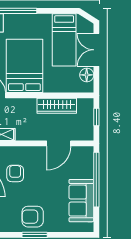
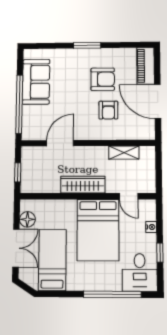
wardrobe: (57, 106) -> (83, 185), moved
armchair: (33, 217) -> (103, 79), moved

